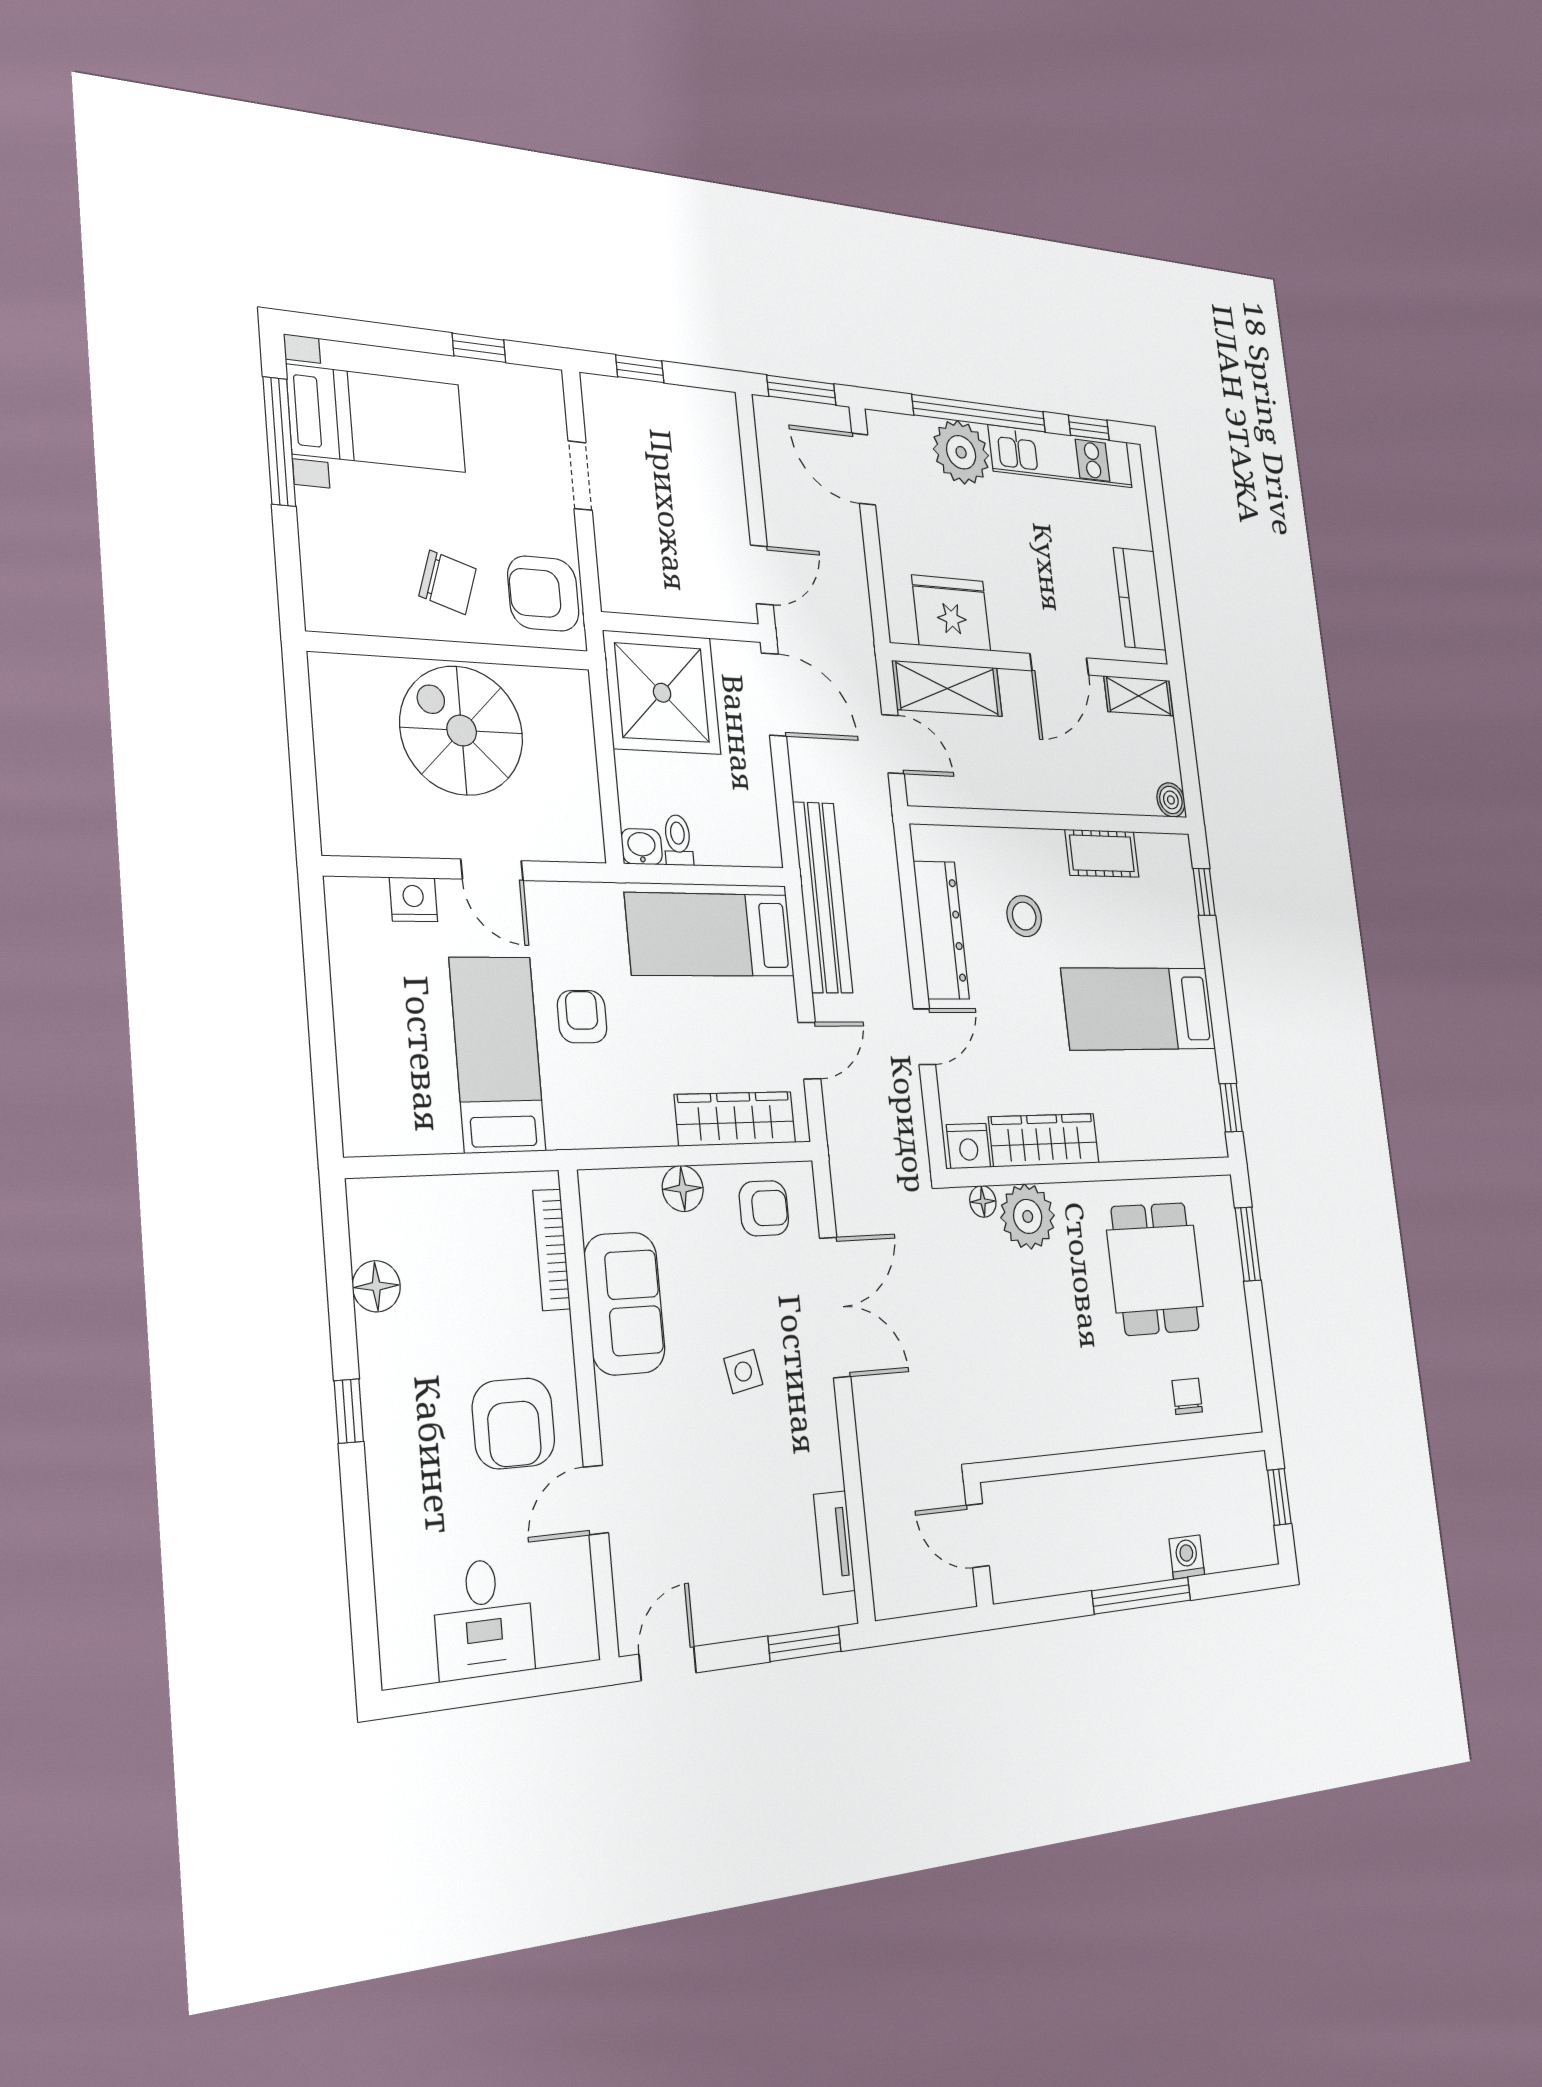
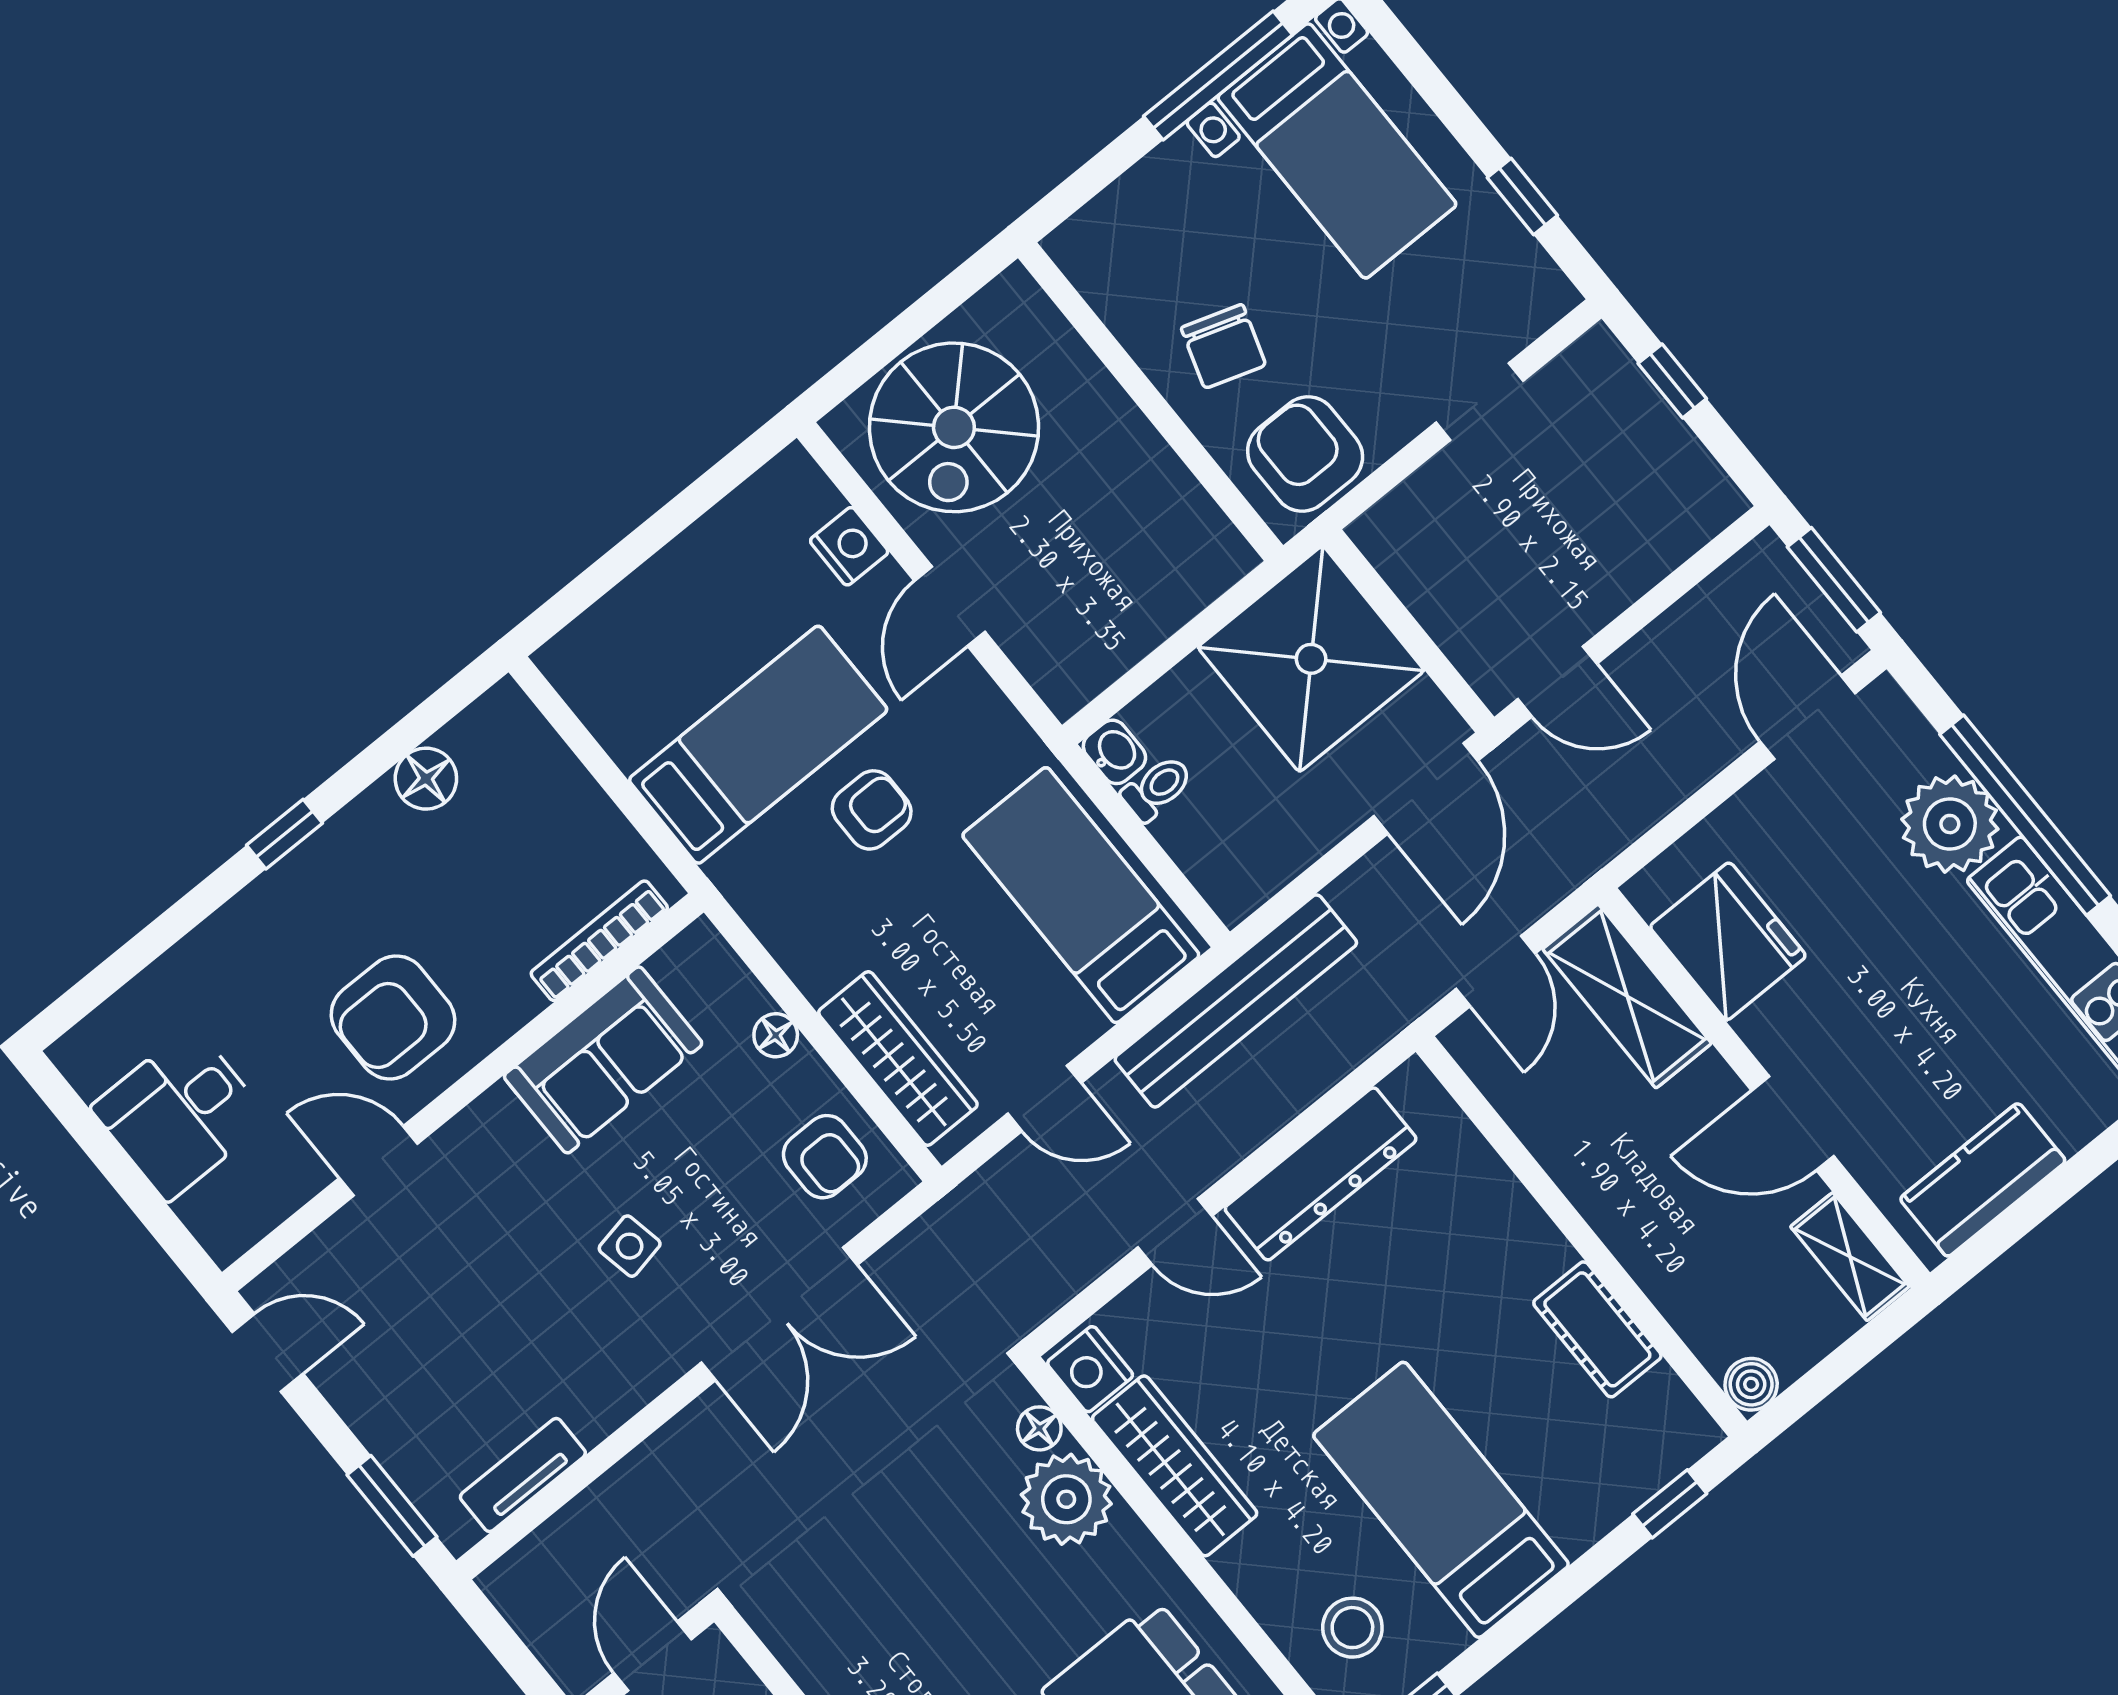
spiral stairs: (462, 731) -> (954, 427), moved, turned 180
stool: (1024, 916) -> (1352, 1628), moved
floor lamp: (683, 1188) -> (776, 1035), width x0.73, depth x0.73

